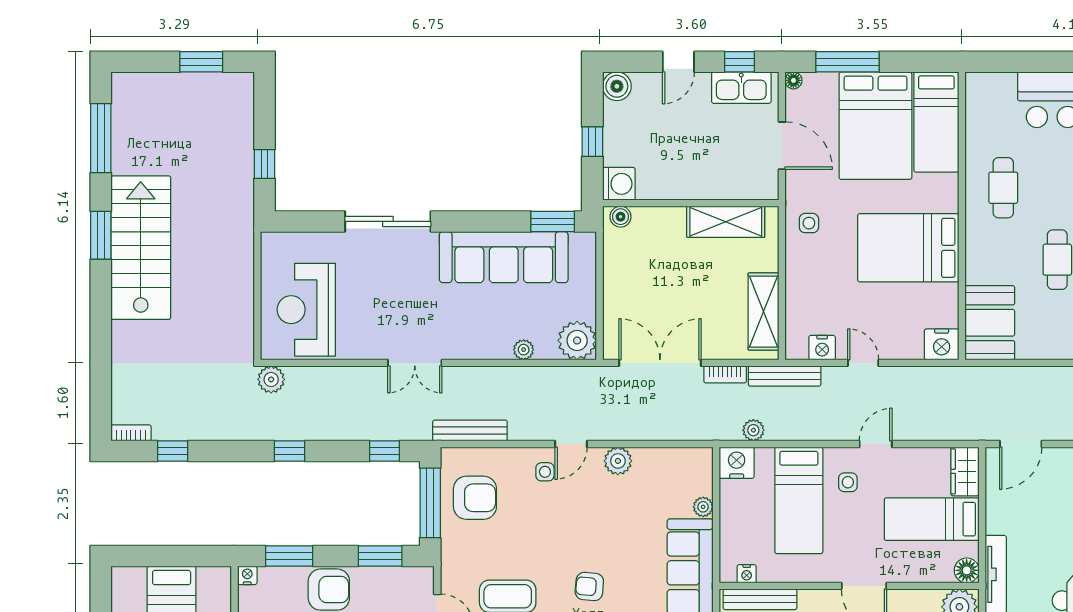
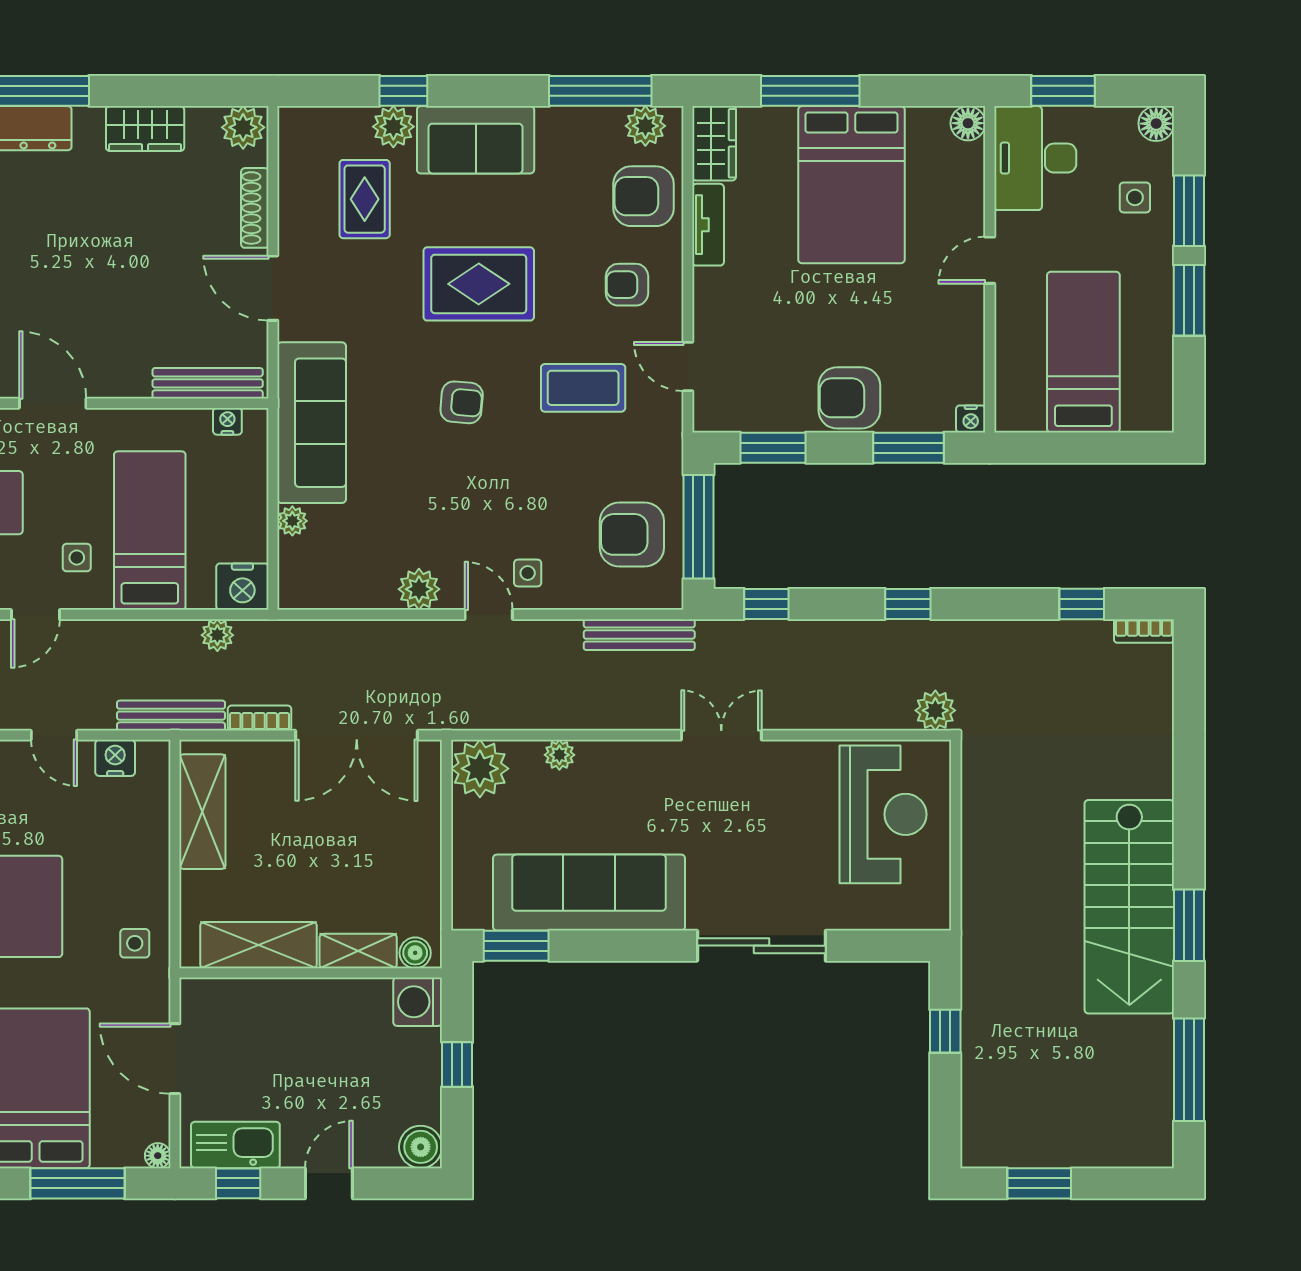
shelving: (659, 218) -> (358, 951), added
door: (571, 444) -> (489, 614), hinge flipped

